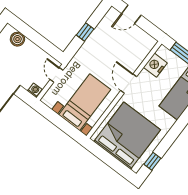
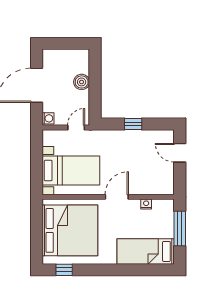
boiler: (17, 39) -> (82, 82), moved
nightstand: (155, 65) -> (146, 204), width x0.53, depth x0.56

